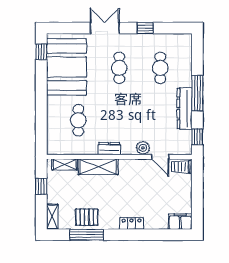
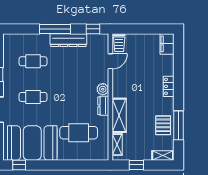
cafe table: (78, 120) -> (79, 133), width x1.37, depth x1.35
plant: (143, 148) -> (103, 89), moved

